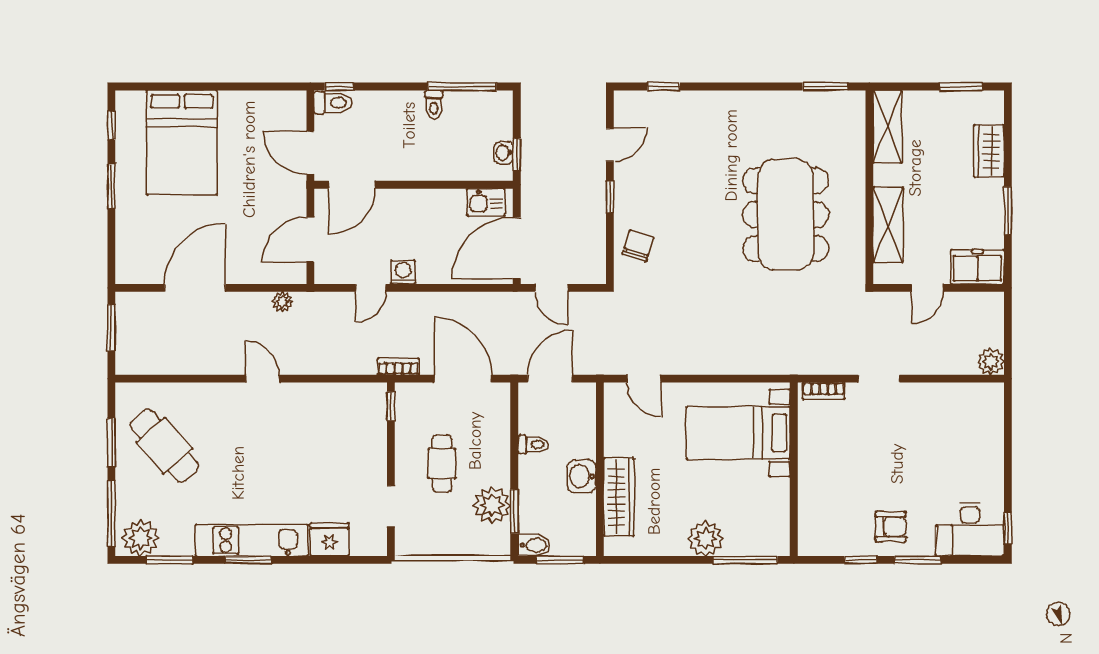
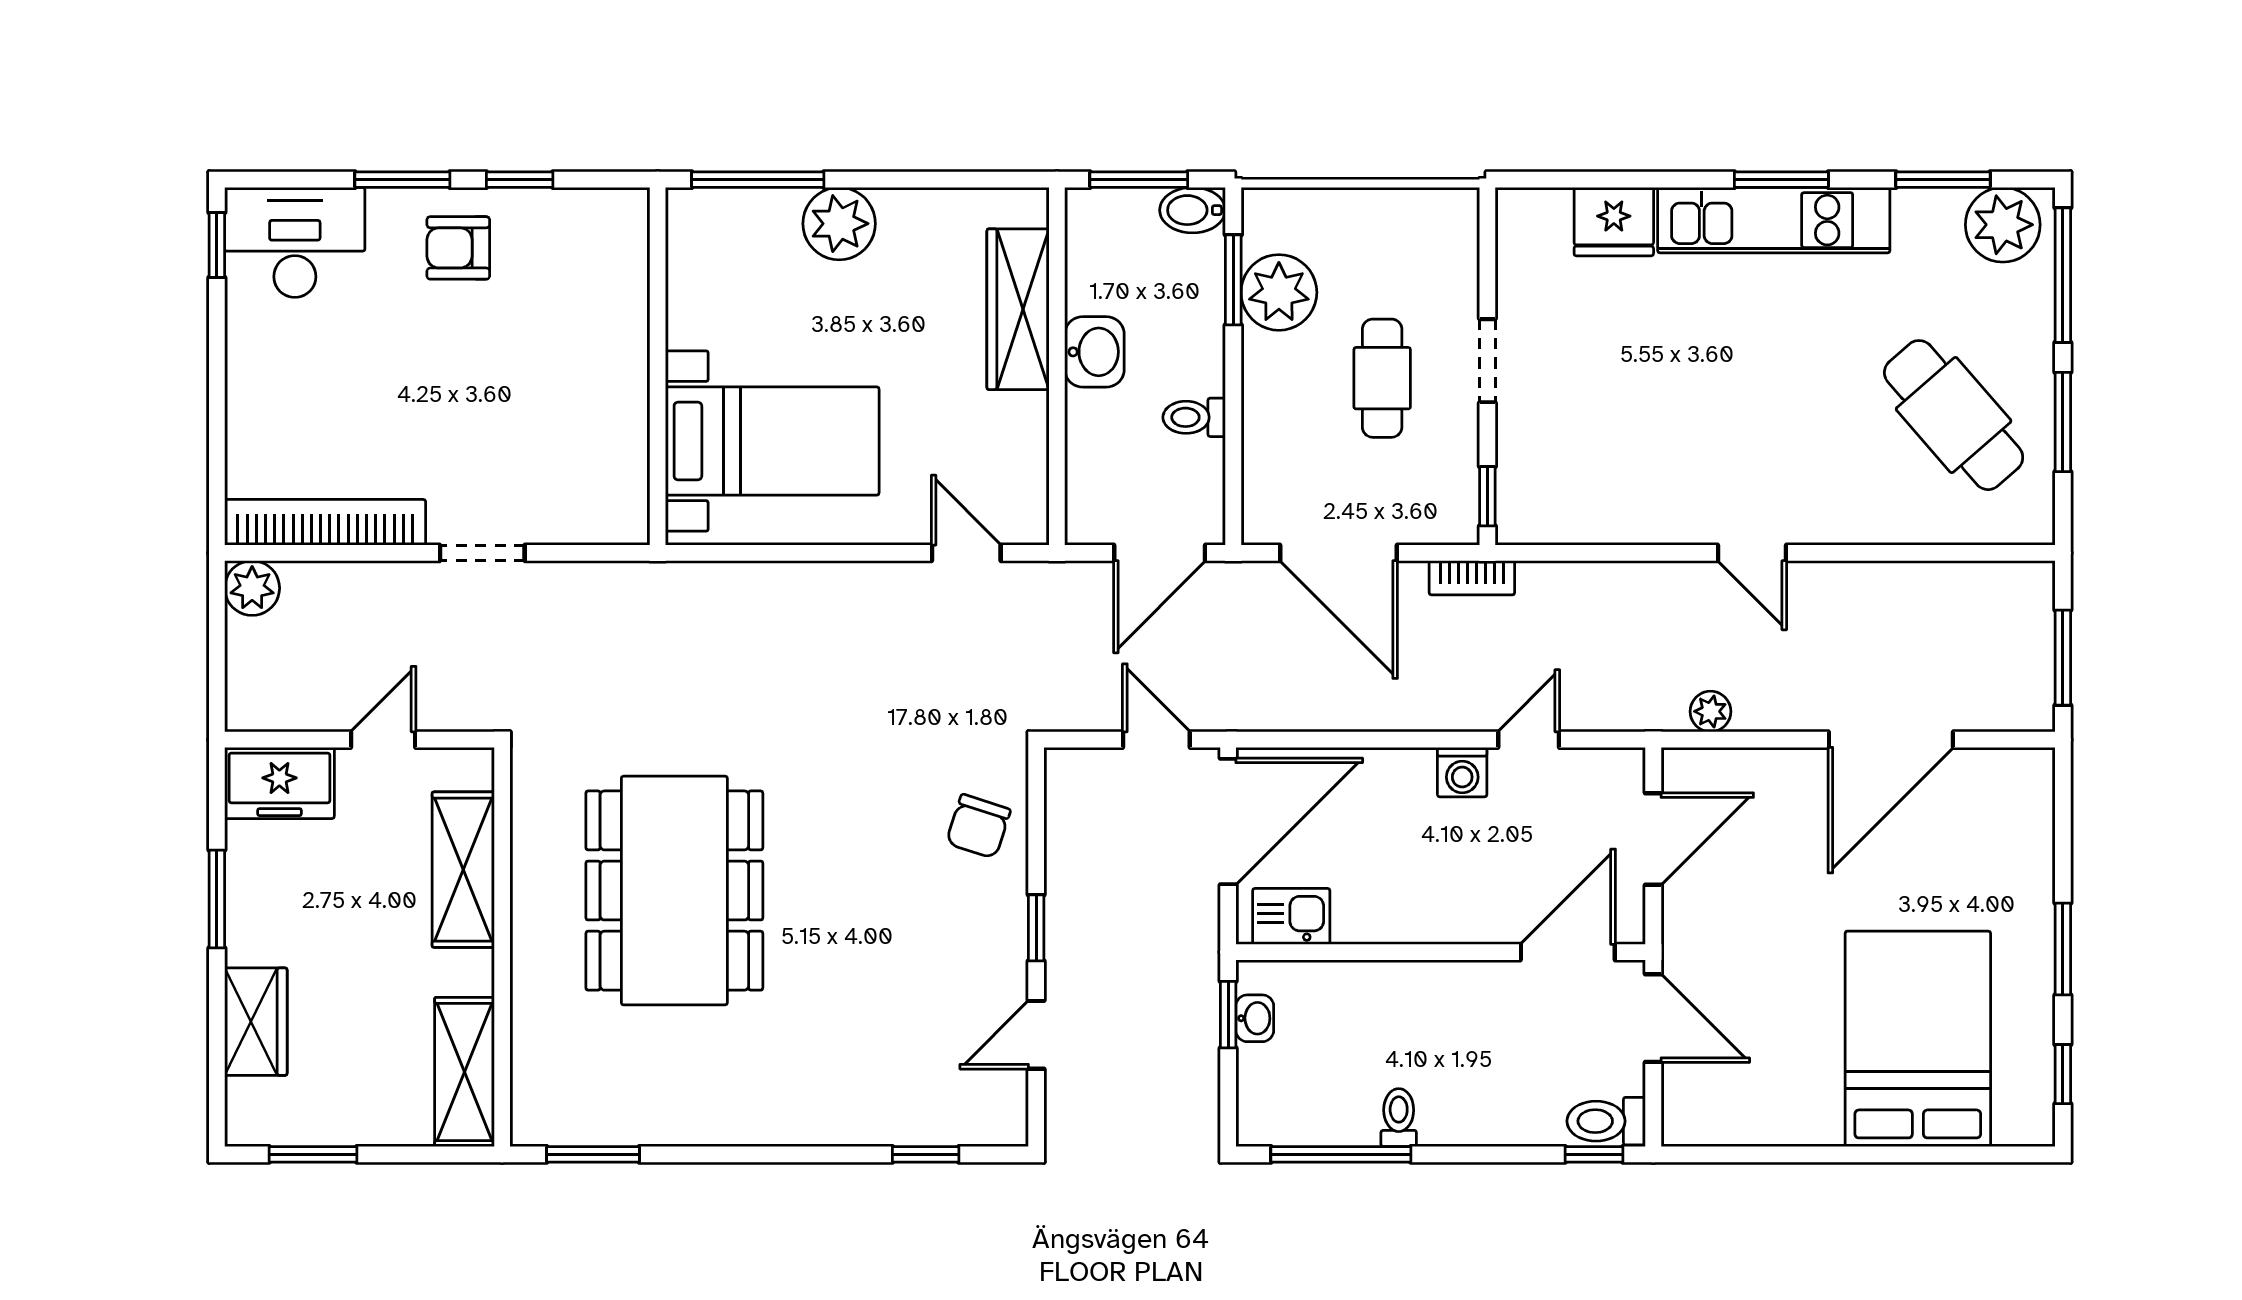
bookcase: (824, 391) -> (325, 522), moved, width x2.31, depth x1.31
doorway: (391, 506) -> (1487, 361), moved

